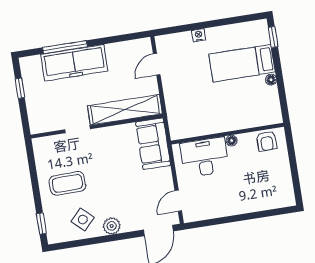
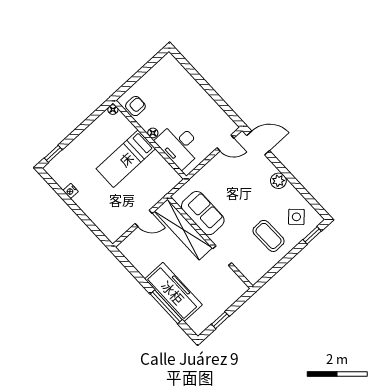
nightstand: (199, 35) -> (71, 191), moved
bed: (242, 63) -> (126, 159), moved, turned 90
door: (157, 64) -> (144, 218), moved
floor lamp: (271, 80) -> (113, 110), moved
sofa: (153, 144) -> (203, 213), moved, turned -90
side table: (83, 220) -> (296, 217), moved

